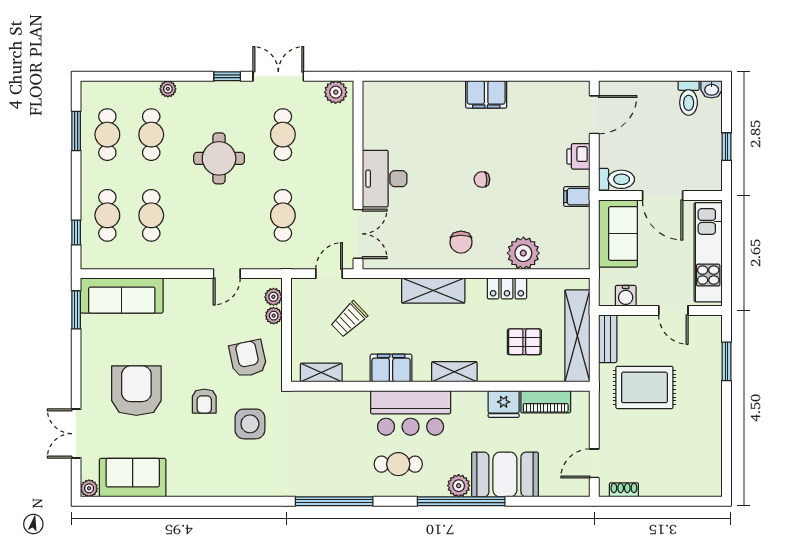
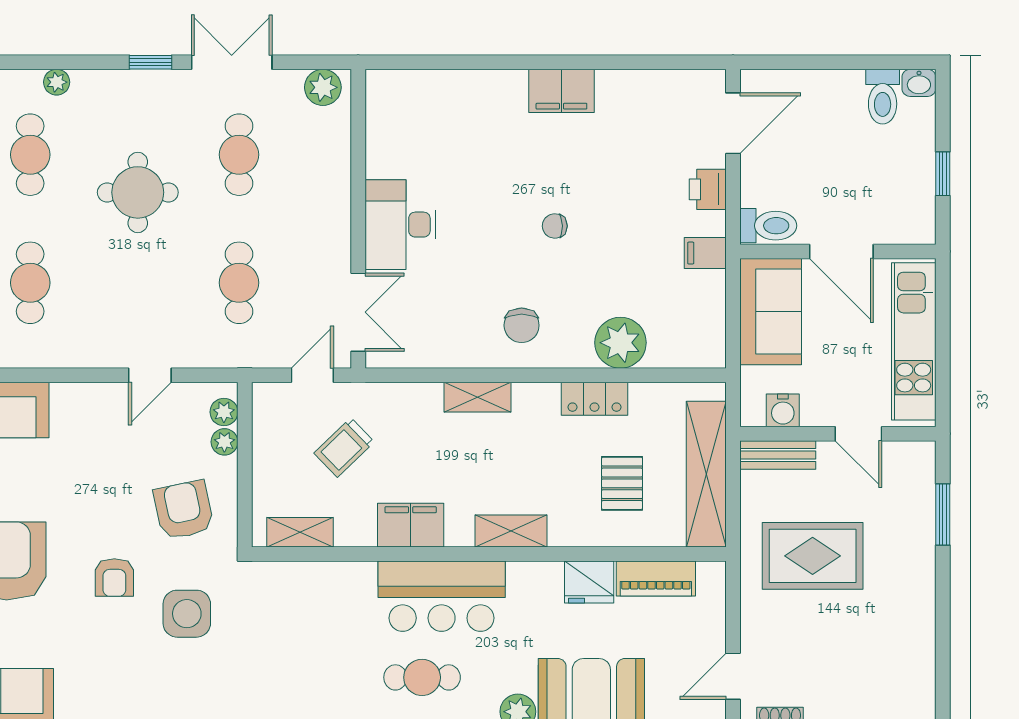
shelving: (433, 291) -> (478, 397), width x0.67, depth x0.75
bench: (608, 339) -> (778, 455), moved, turned 90
pallet: (524, 342) -> (622, 483), turned 90

